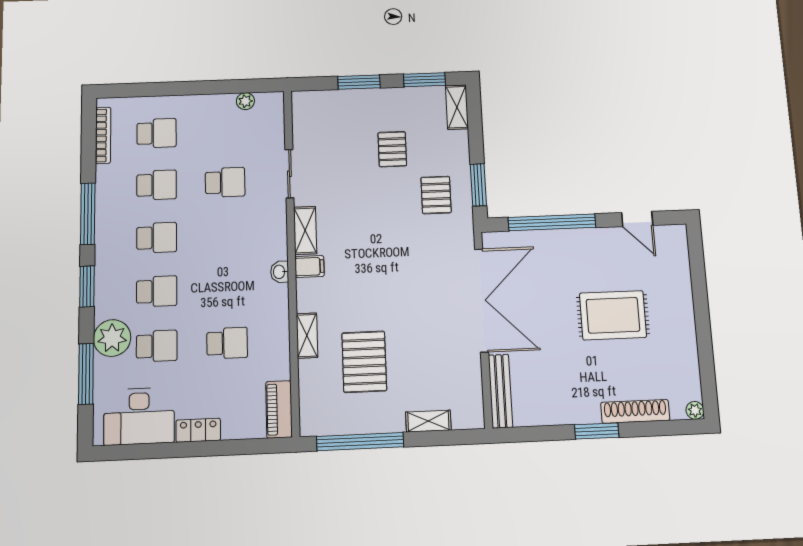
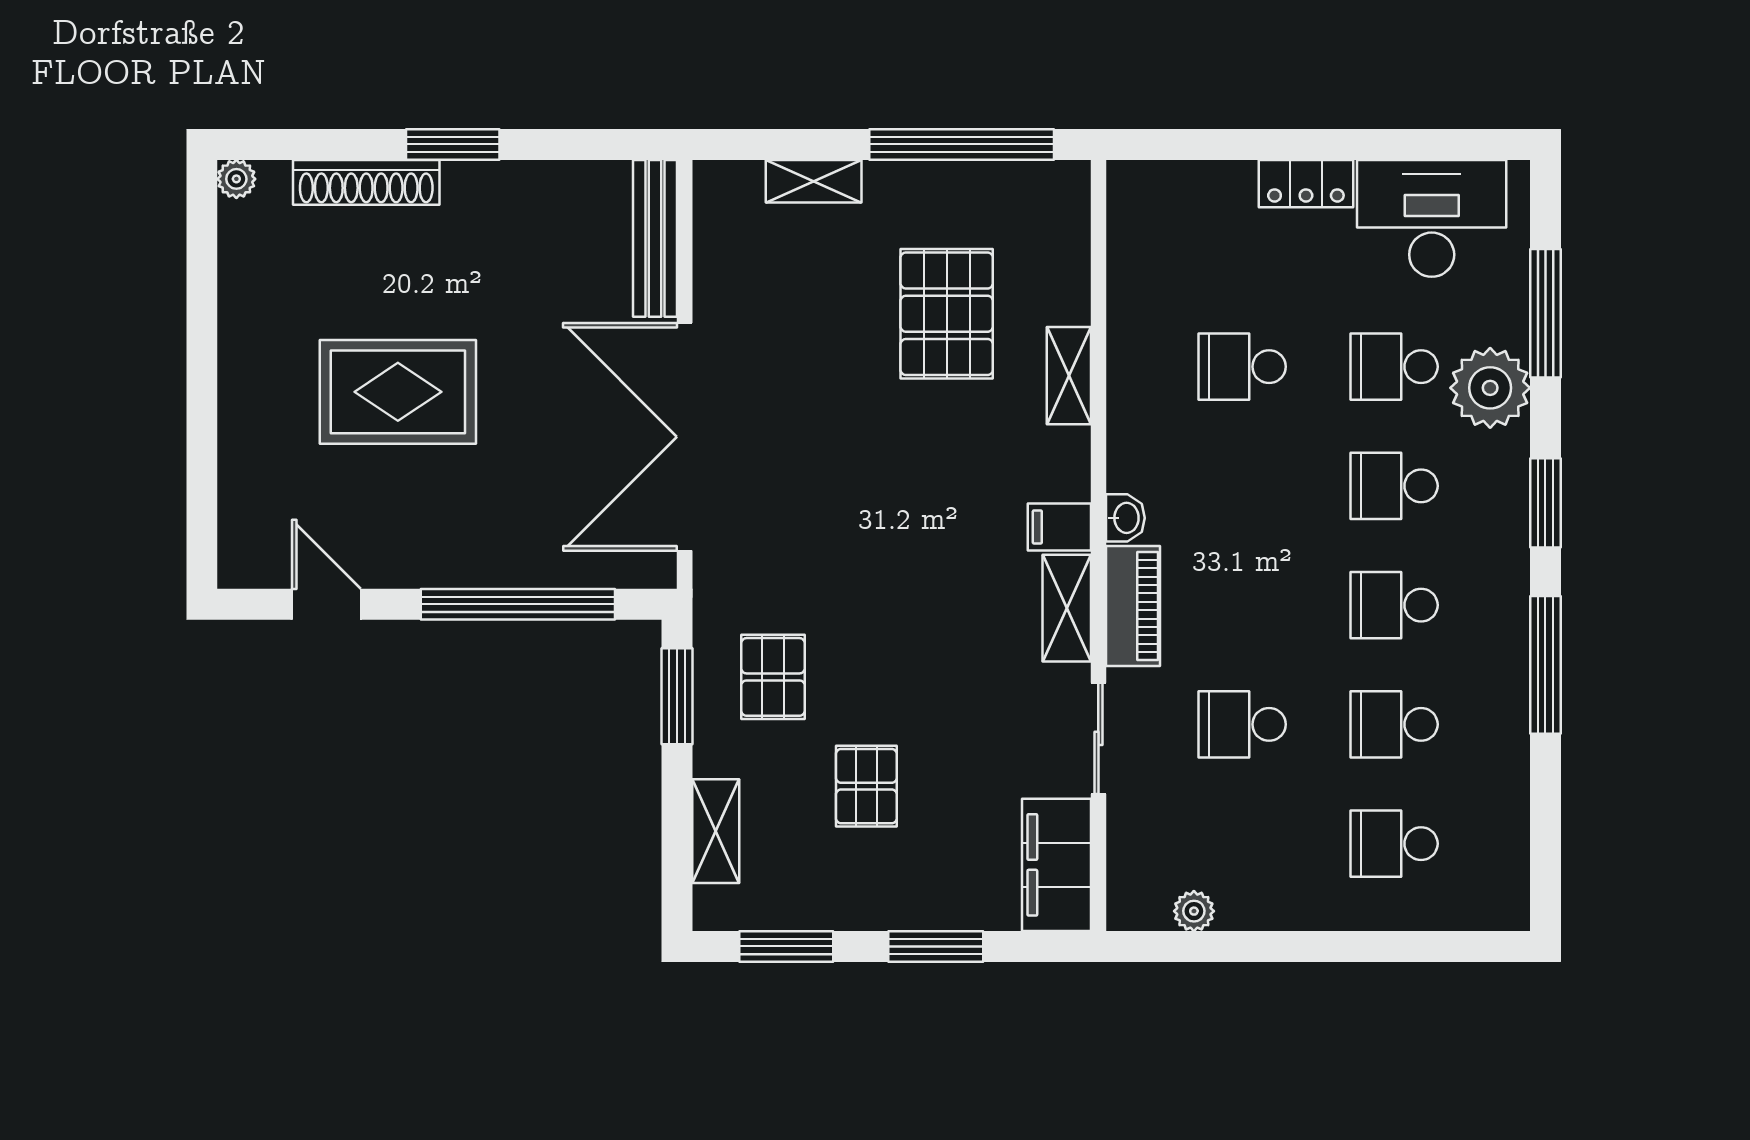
shelving: (457, 107) -> (716, 831), moved
filing cabinet: (307, 119) -> (1056, 865), added
bookcase: (103, 135) -> (1513, 843), removed
piano: (279, 409) -> (1133, 606), moved

